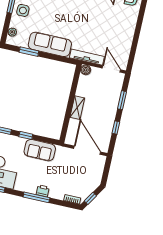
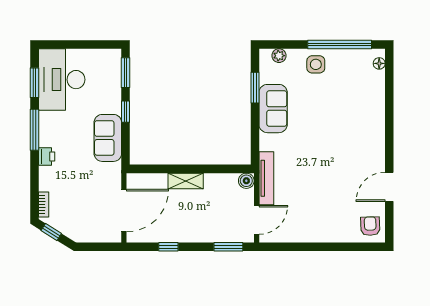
sofa: (50, 44) -> (273, 109), width x0.73
window: (122, 100) -> (228, 247), moved
window: (36, 197) -> (34, 130), moved

